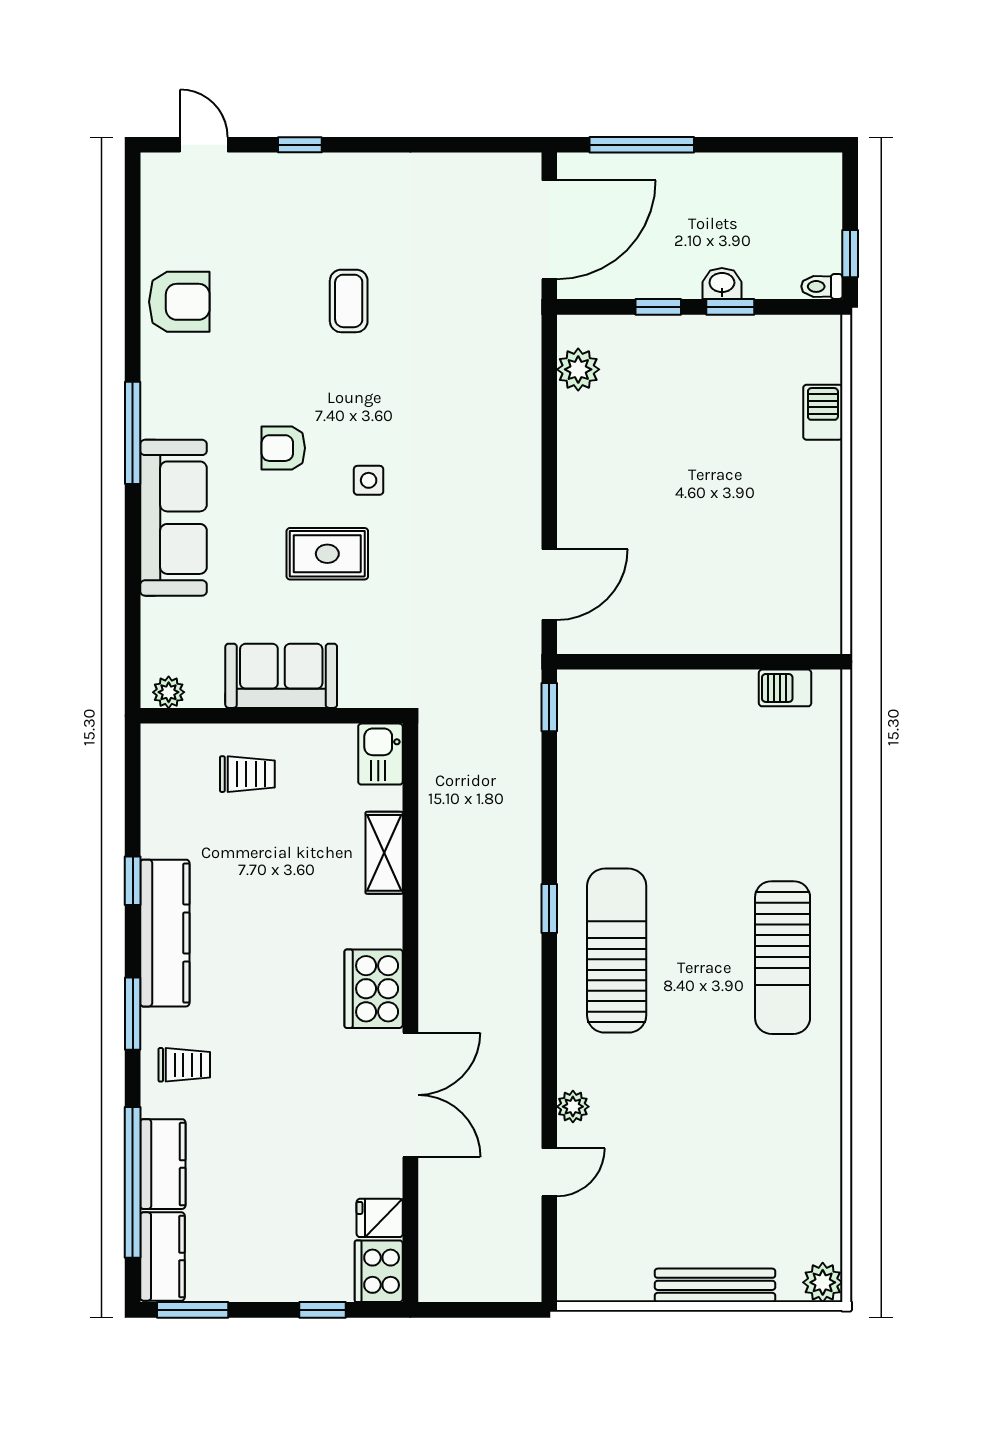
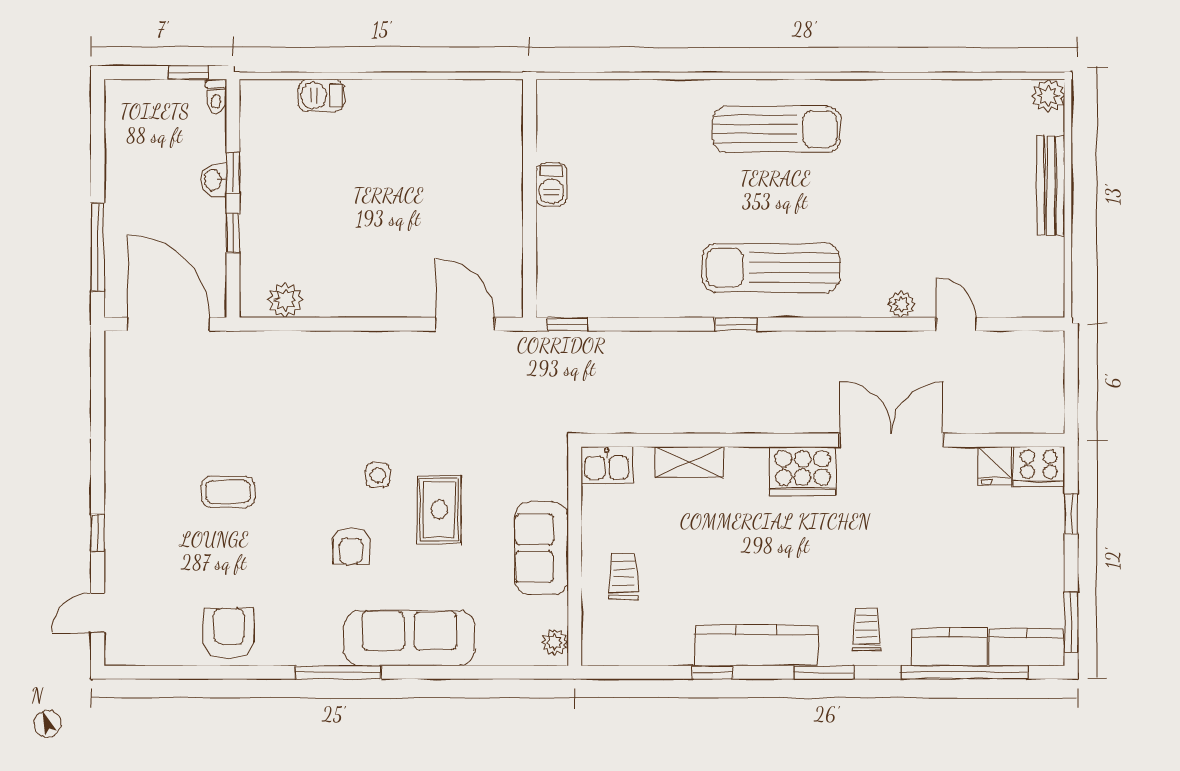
barbecue: (785, 688) -> (552, 185), moved

